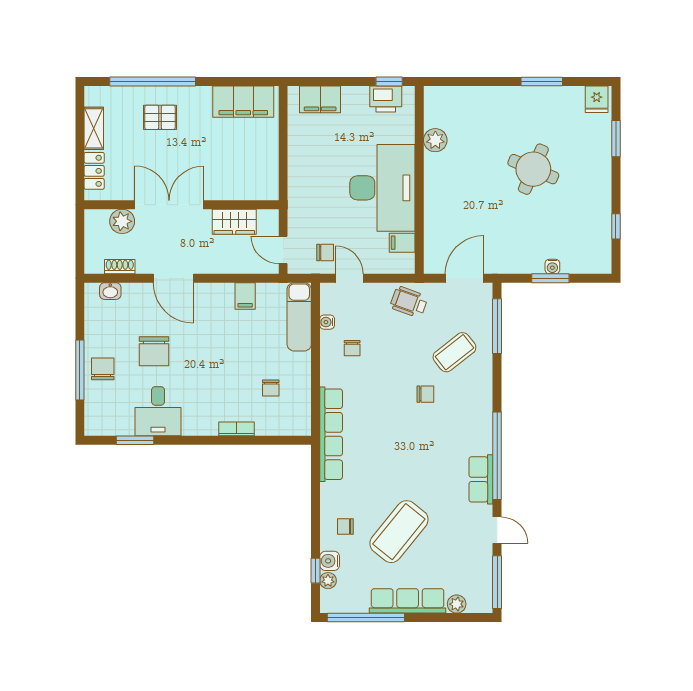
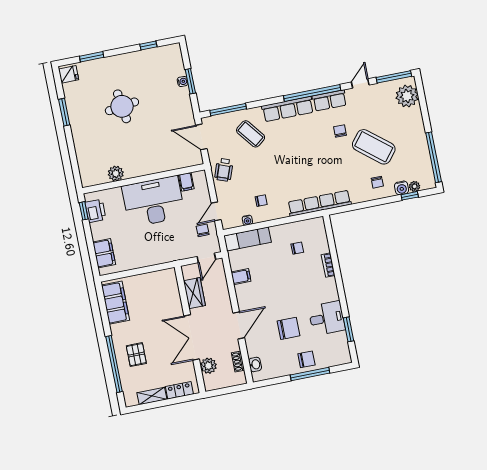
round table: (533, 169) -> (122, 106), turned -31
chair: (103, 369) -> (306, 359), turned 180
chair: (425, 394) -> (340, 131), moved
row of seats: (408, 601) -> (288, 109), moved, turned -90
plant: (457, 604) -> (407, 96), width x1.88, depth x1.88

